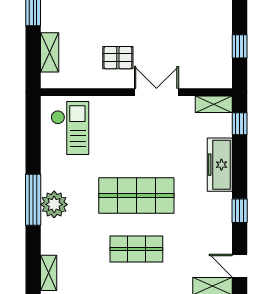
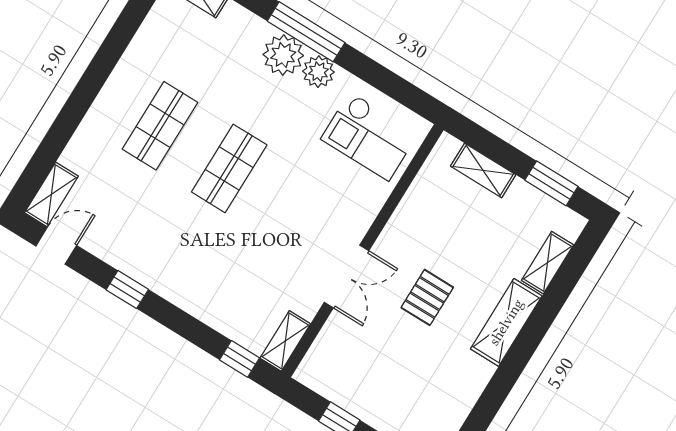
pallet: (118, 58) -> (427, 297), moved
freezer: (220, 165) -> (202, 300), removed
plant: (51, 179) -> (318, 72), added
shop shelf: (136, 195) -> (229, 168), width x0.70, depth x0.74

